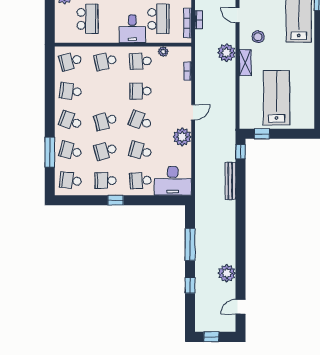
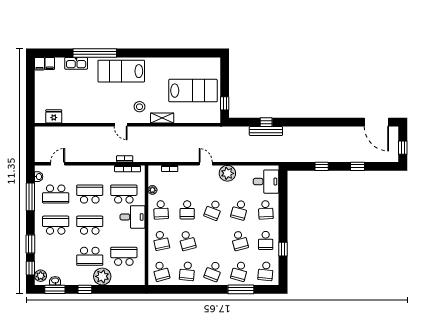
door: (237, 15) -> (121, 125), hinge flipped
plant: (226, 53) -> (153, 134), removed
lab bench: (276, 98) -> (193, 91), turned 180
school desk: (106, 121) -> (187, 240), moved
window: (241, 152) -> (266, 122), moved
desk: (173, 181) -> (266, 182), width x0.73
window: (116, 200) -> (283, 249), moved
window: (190, 244) -> (322, 166), width x0.46
plant: (227, 273) -> (347, 134), removed
door: (241, 307) -> (376, 122), width x1.88

